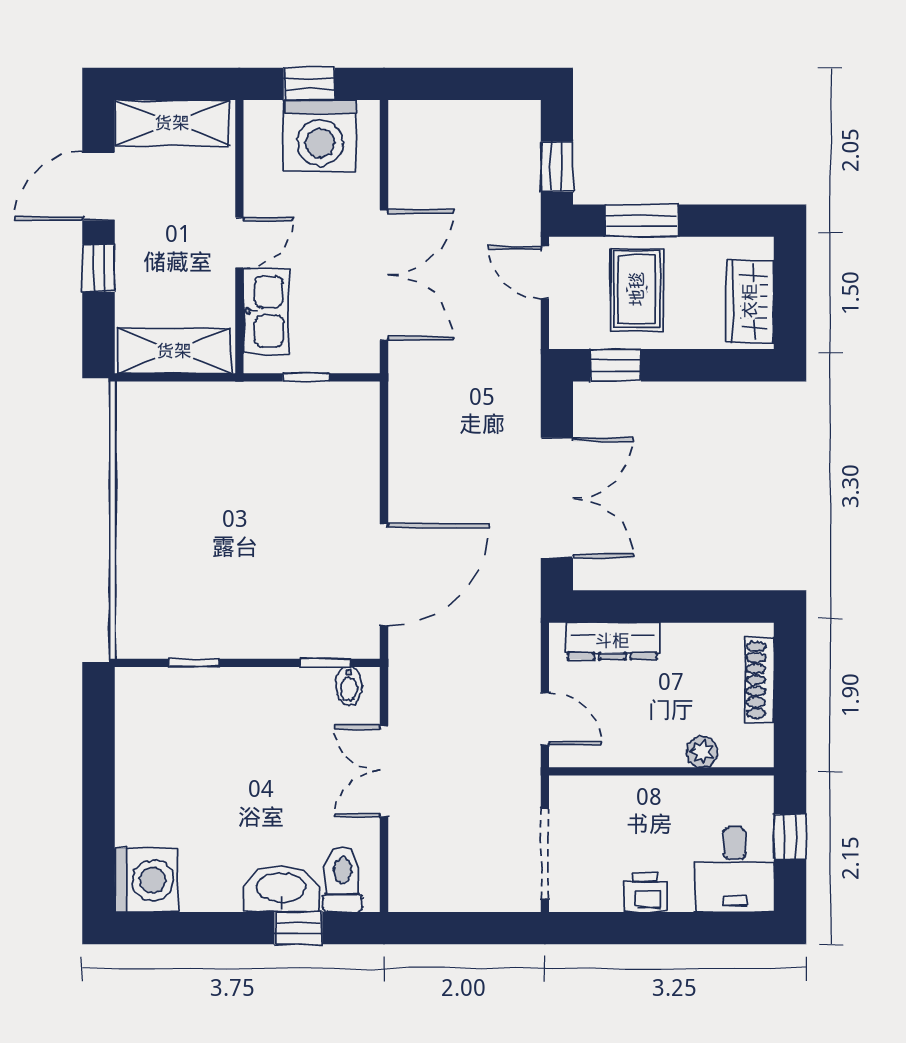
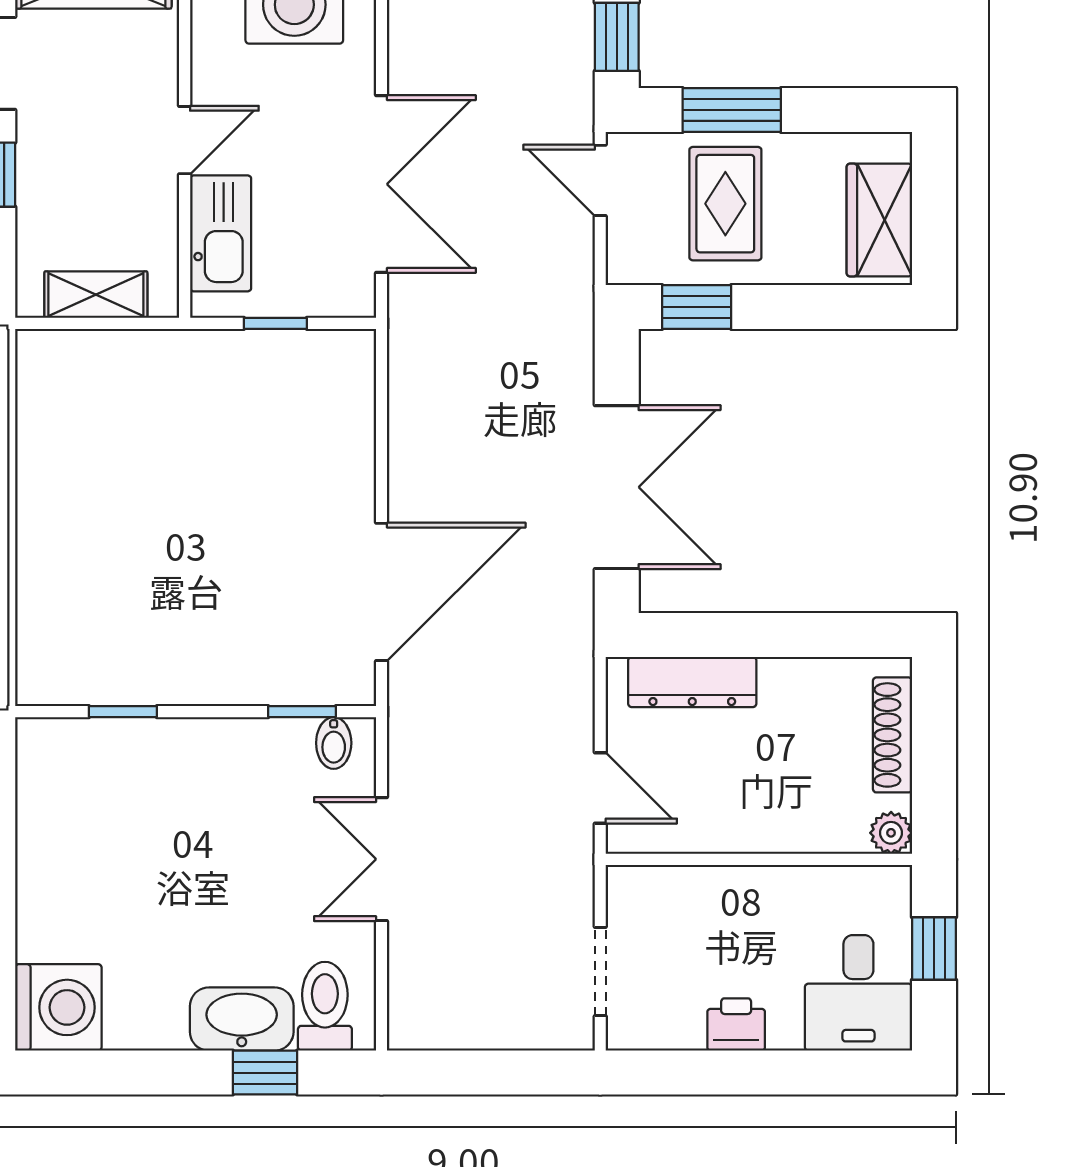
shelving: (174, 351) -> (96, 295), width x0.67, depth x0.75
plant: (702, 752) -> (891, 833), moved
doorway: (545, 854) -> (600, 972), width x0.73

